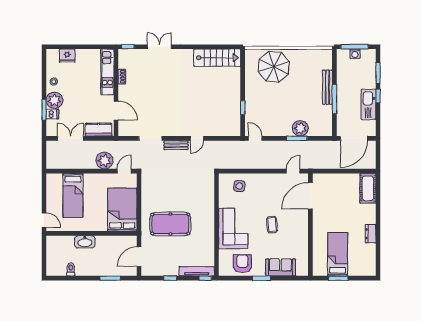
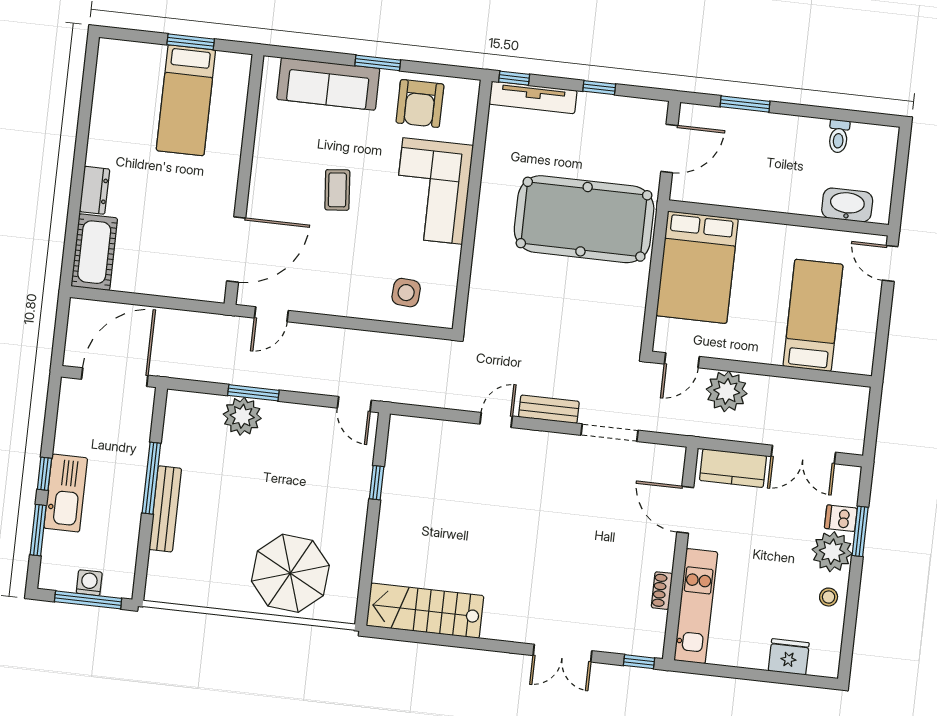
kitchen sink: (369, 104) -> (66, 493), moved
pool table: (170, 224) -> (584, 219), width x1.36, depth x1.32
dresser: (371, 234) -> (95, 190), moved
washbasin: (85, 242) -> (847, 205), moved
sofa: (280, 267) -> (328, 84), width x1.36

